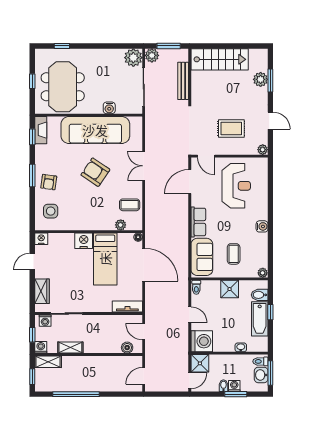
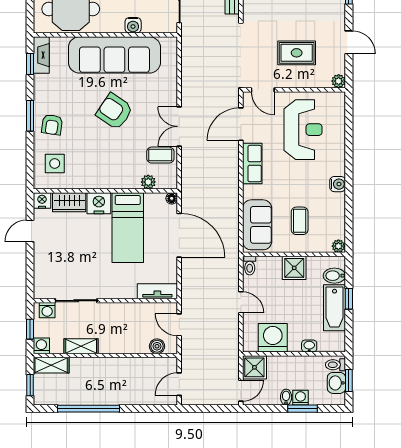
double door: (144, 166) -> (179, 126), moved
row of seats: (198, 222) -> (252, 164), moved
wardrobe: (42, 291) -> (69, 202), moved, turned 90
washing machine: (202, 341) -> (273, 338), moved, turned -90
window: (270, 373) -> (349, 380), width x0.67

